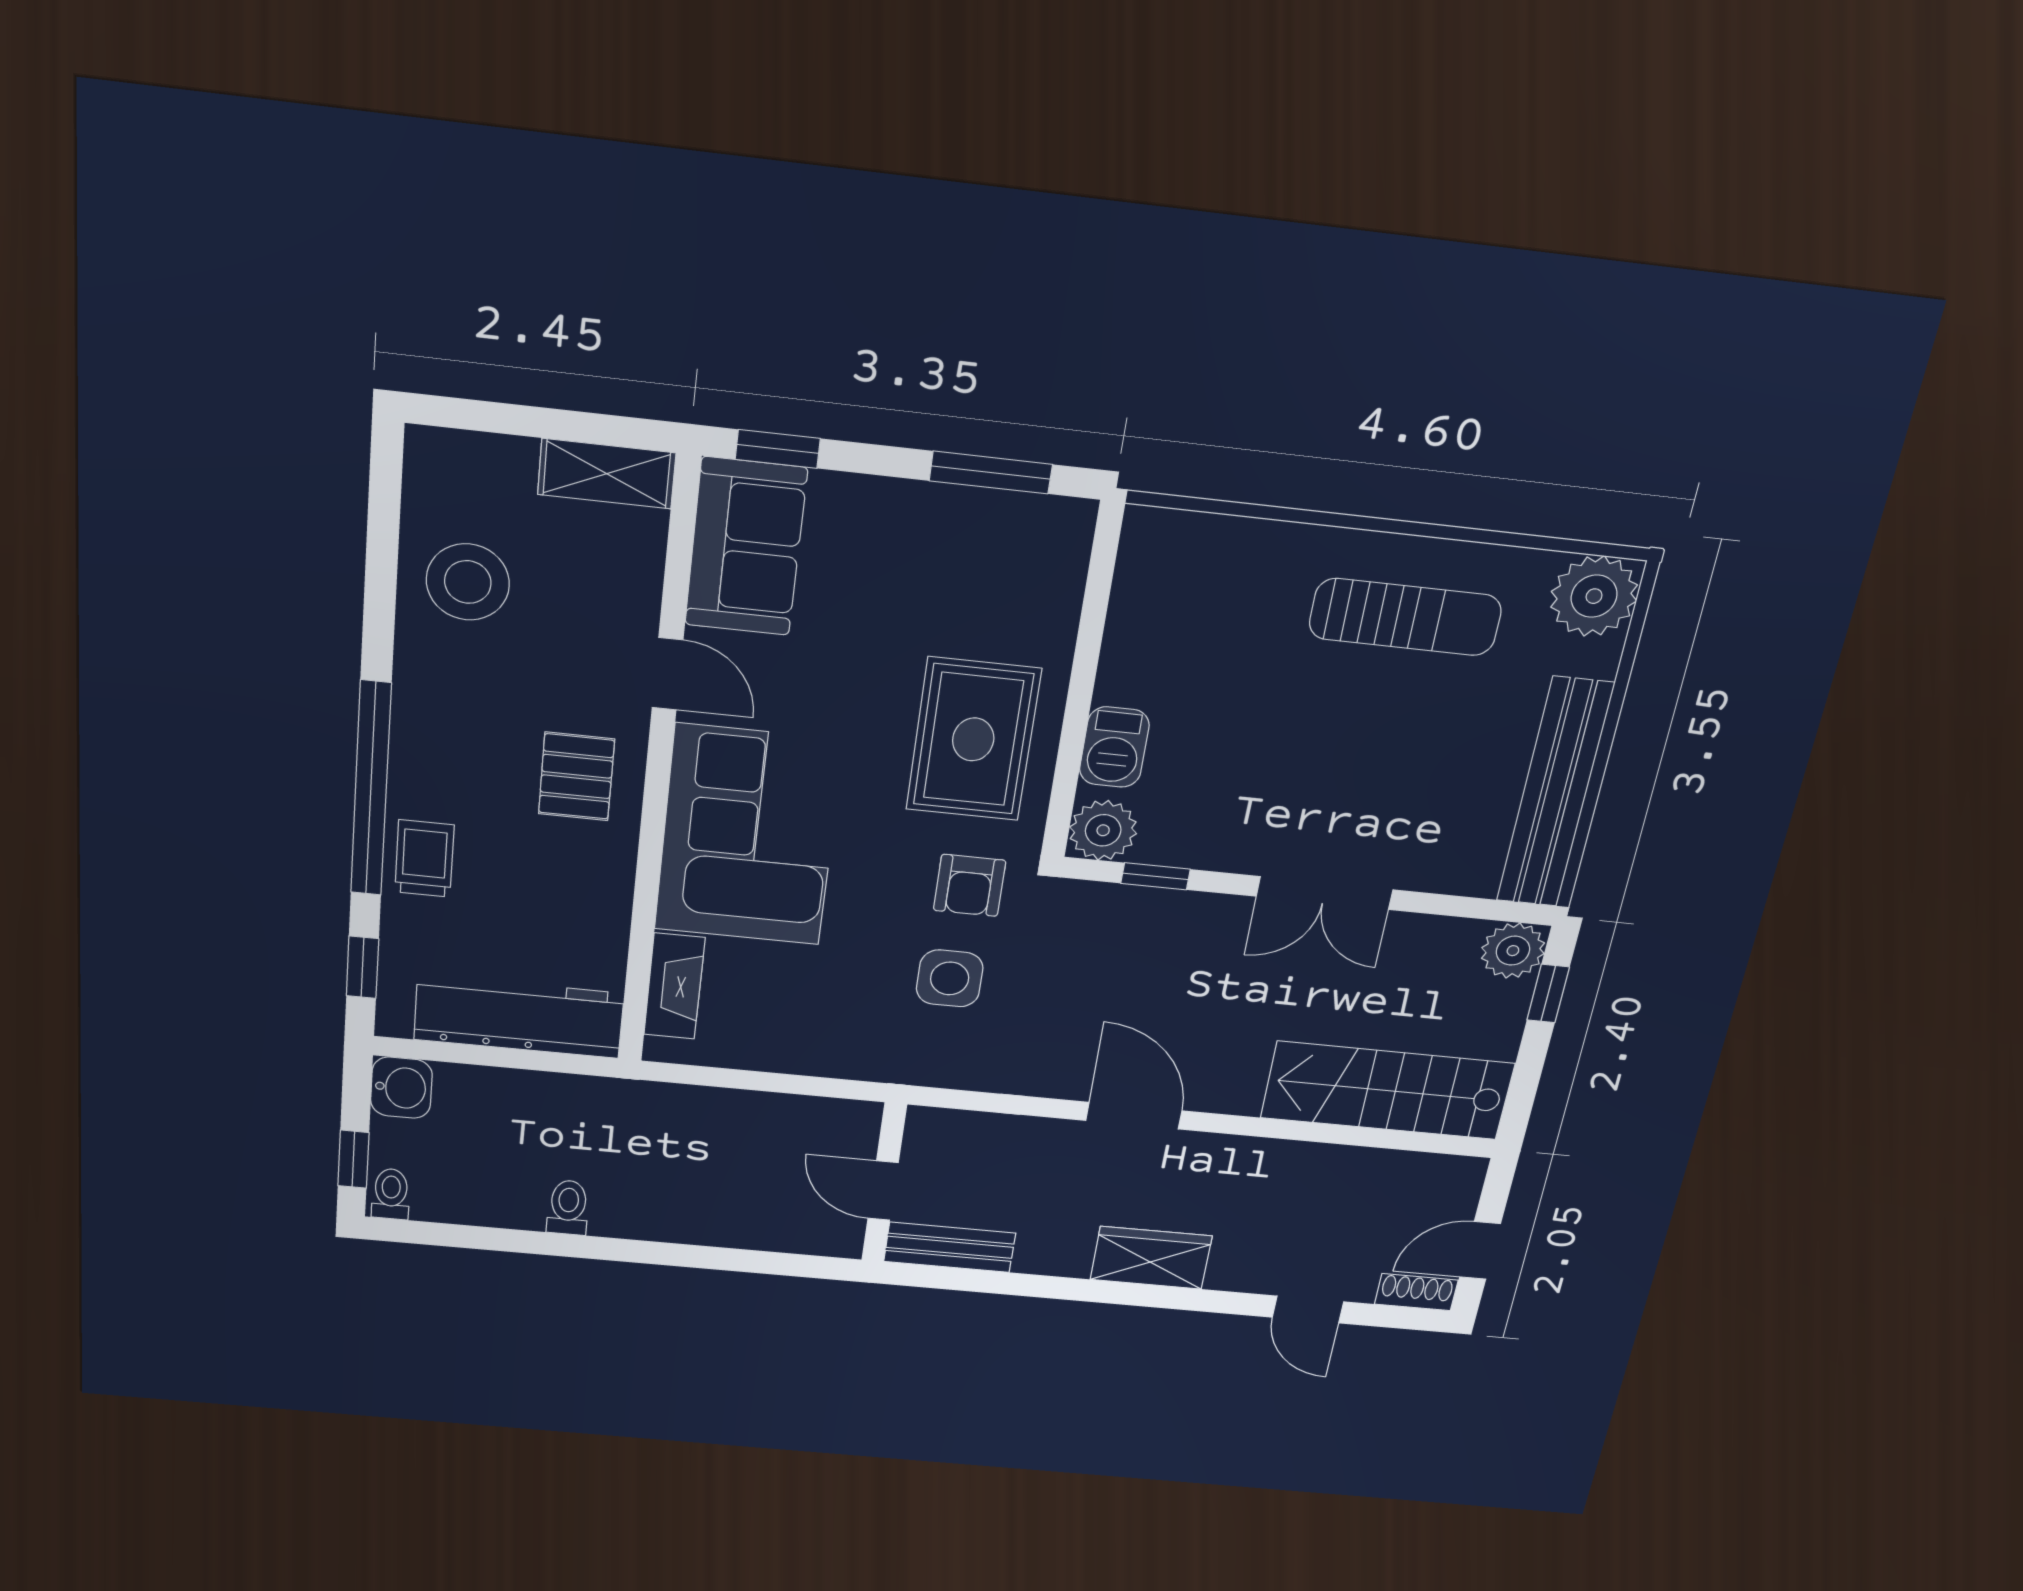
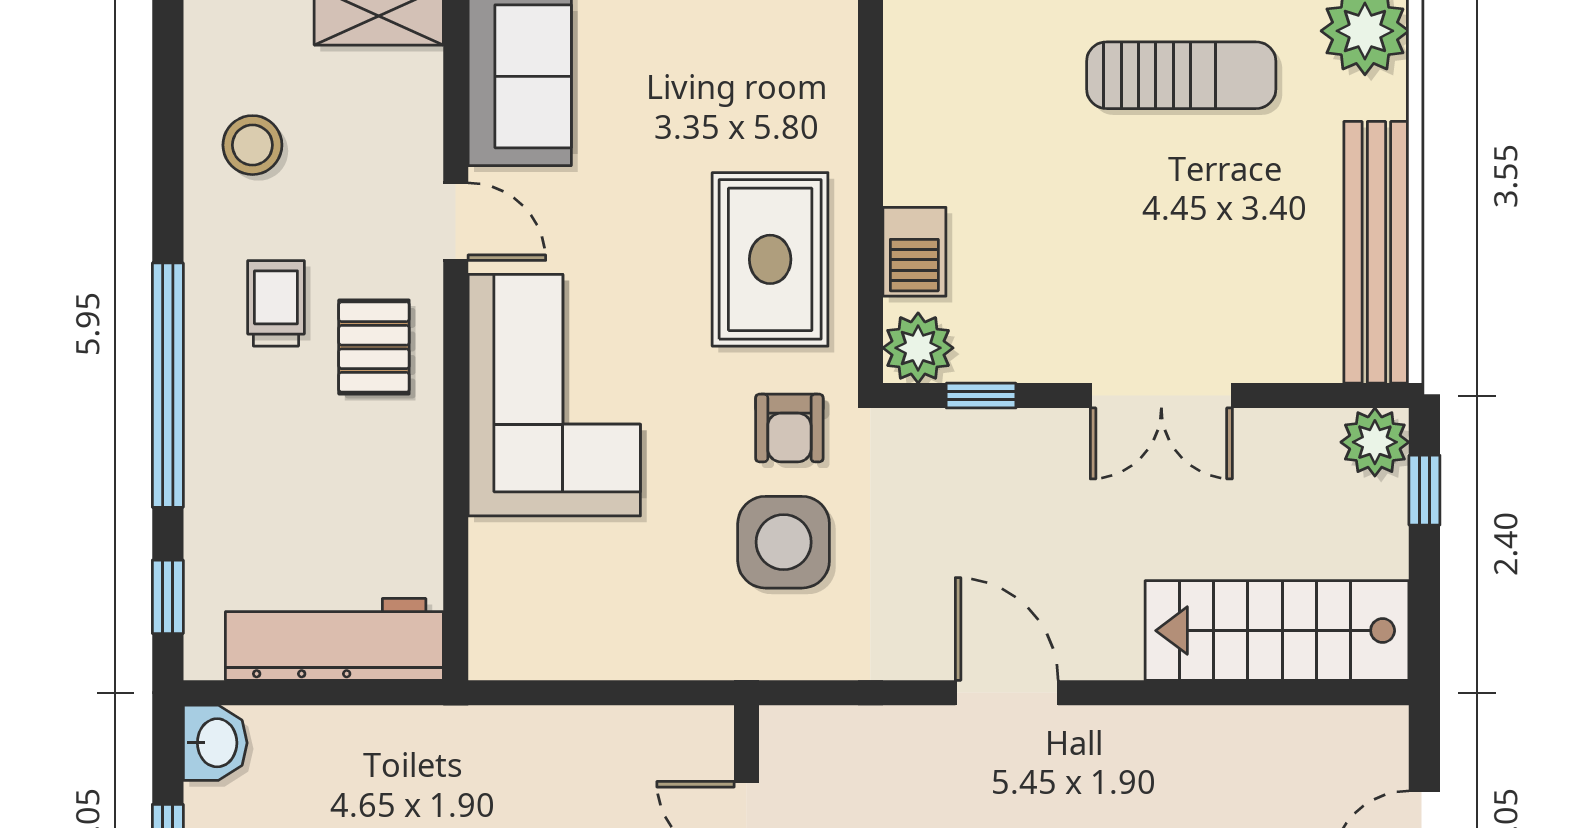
stool: (468, 582) -> (252, 145), width x0.73, depth x0.73
trolley: (424, 859) -> (276, 303), moved
side table: (950, 978) -> (784, 542), width x1.37, depth x1.37
fireplace: (674, 986) -> (495, 584), removed

